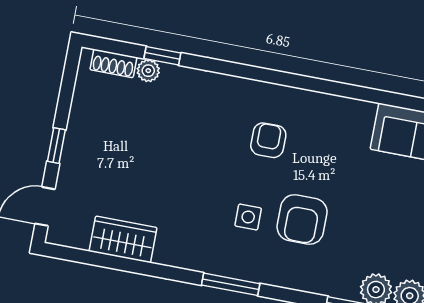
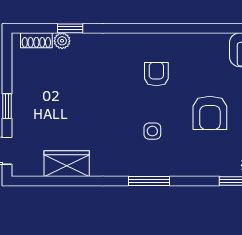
armchair: (302, 219) -> (210, 113), moved

